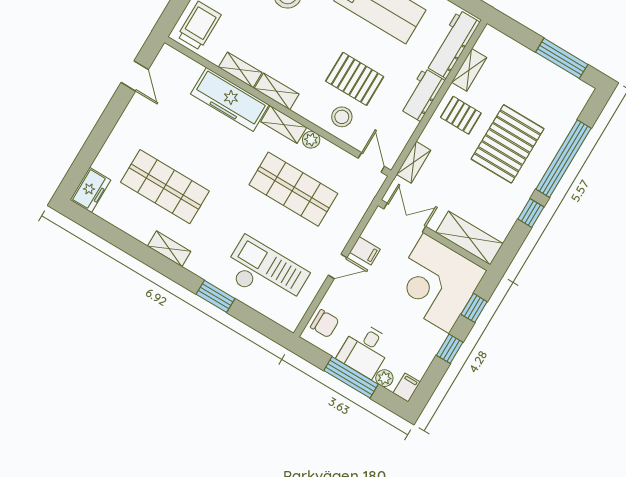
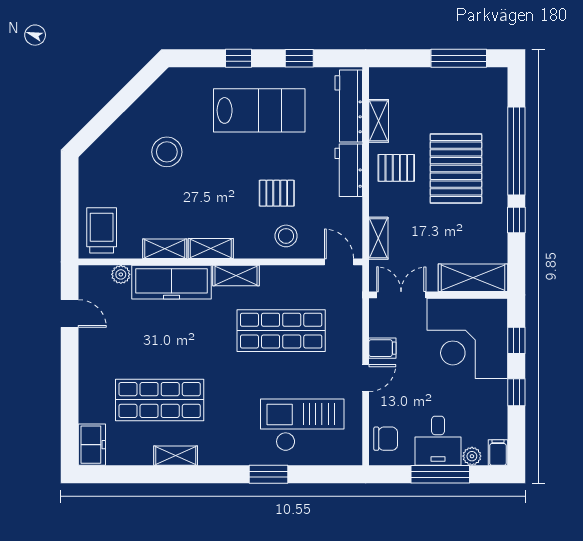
pallet: (355, 79) -> (277, 193), width x0.67, depth x0.71
plant: (311, 140) -> (121, 274), moved
shelving: (169, 249) -> (176, 456), moved

